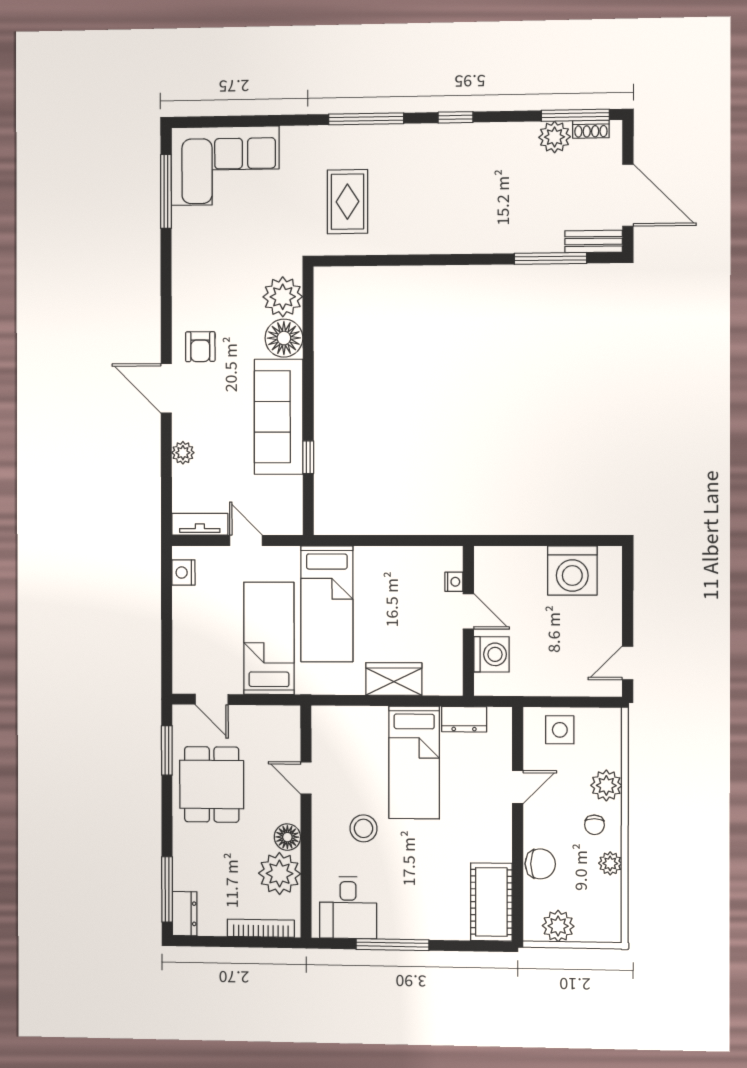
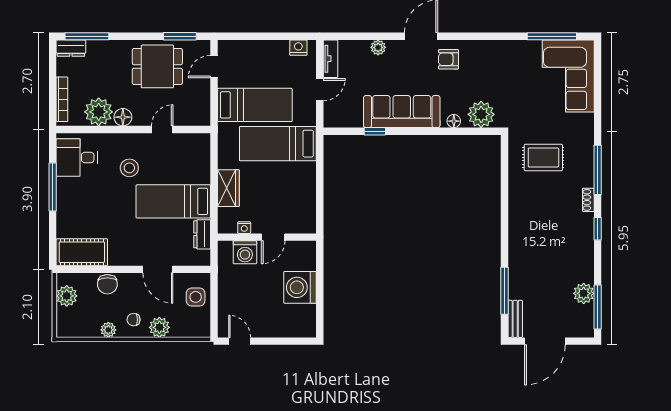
shoe rack: (591, 129) -> (588, 200), moved
floor lamp: (284, 338) -> (454, 121), width x0.53, depth x0.53
washing machine: (572, 571) -> (300, 287), moved
nightstand: (454, 582) -> (244, 228), moved
door: (518, 787) -> (158, 269), width x1.38

